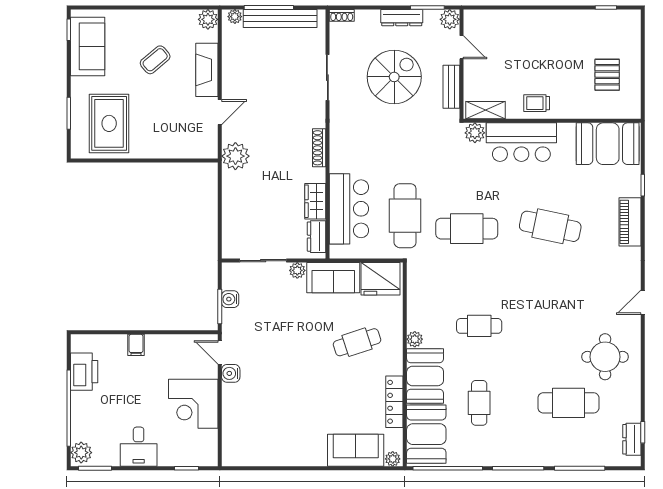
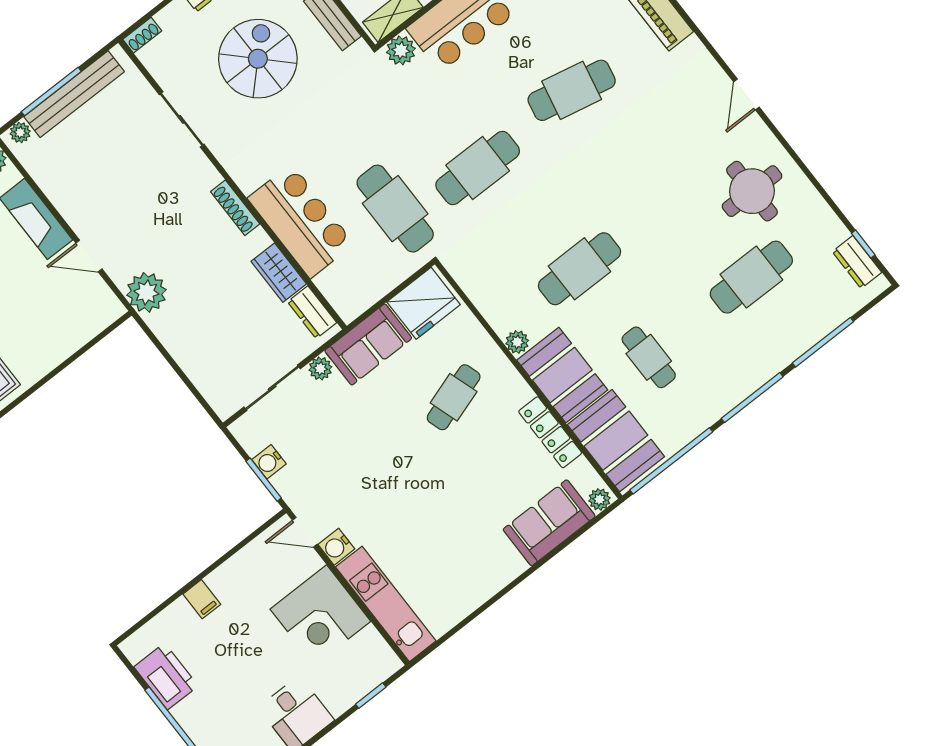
door: (220, 112) -> (89, 256), swing flipped
bar counter: (349, 209) -> (301, 221), moved
cafe table: (479, 326) -> (580, 269), width x1.37, depth x1.35
kitchen unit: (233, 425) -> (386, 604), added

